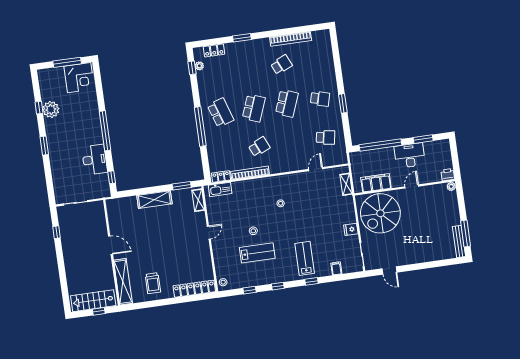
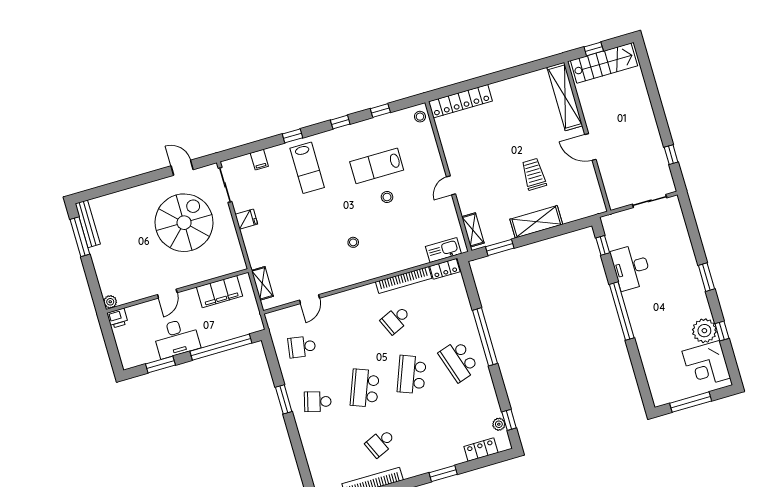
corner desk: (79, 78) -> (706, 365), moved, turned -90
spiral stairs: (380, 213) -> (184, 223), moved
trolley: (153, 283) -> (534, 174), moved

